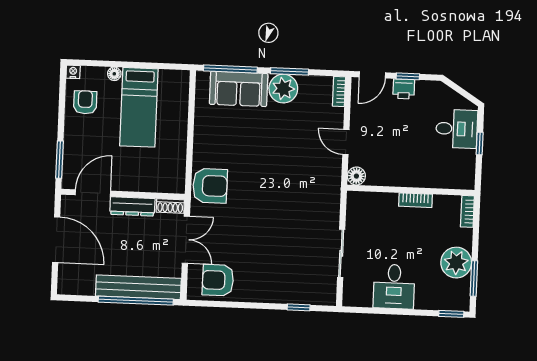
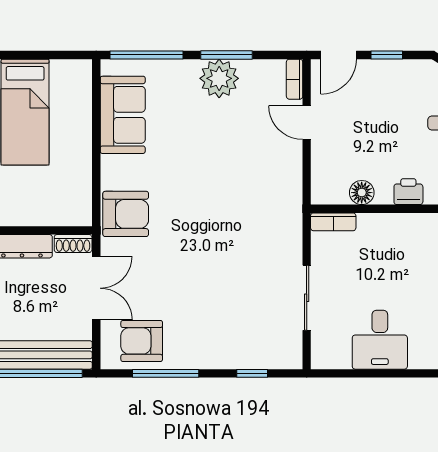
sofa: (239, 89) -> (123, 115), moved, turned -90
printer: (404, 89) -> (408, 192), moved, turned 180
door: (346, 142) -> (307, 123), moved
floor lamp: (356, 176) -> (362, 193), moved
bookcase: (415, 200) -> (333, 222), moved
window: (235, 305) -> (166, 373), added

